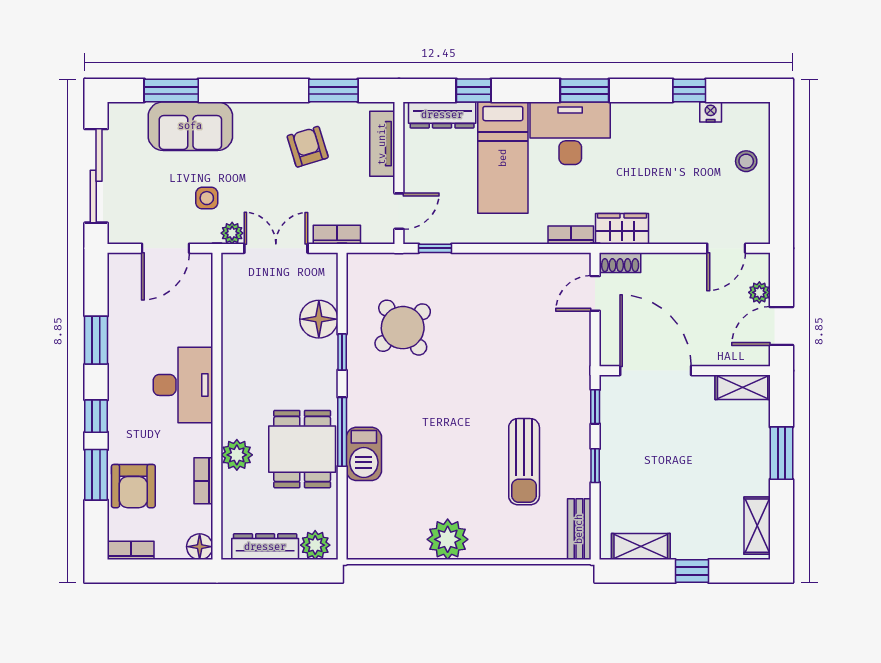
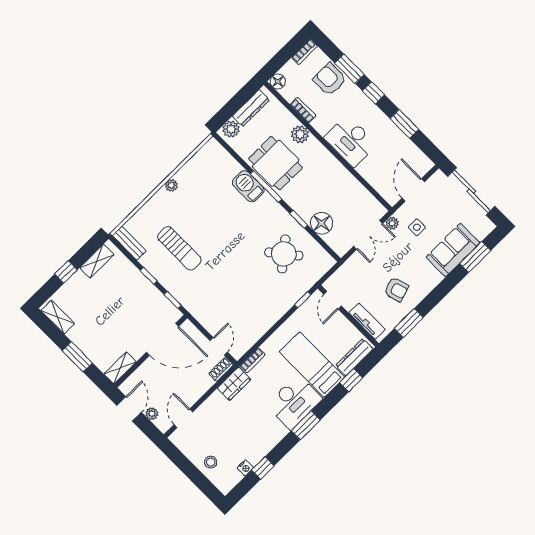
bookcase: (337, 235) -> (349, 265), removed
sun lounger: (524, 462) -> (179, 248), turned 180
plant: (448, 539) -> (171, 185), width x0.53, depth x0.53

